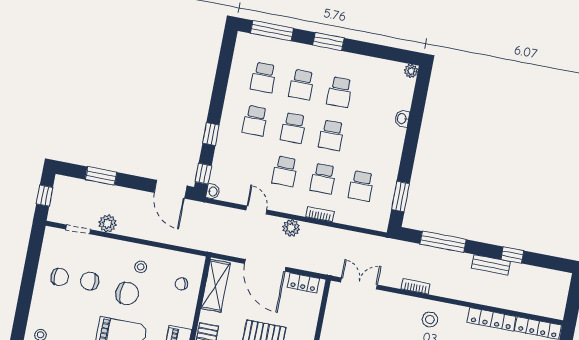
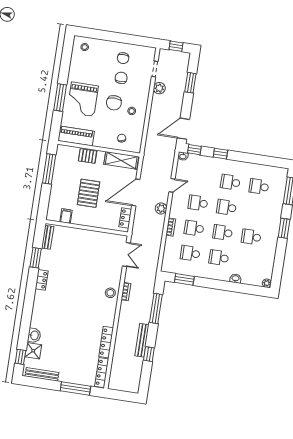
school desk: (301, 85) -> (219, 258), moved
bench: (491, 265) -> (142, 340), width x1.36
stool: (430, 319) -> (110, 293), moved

